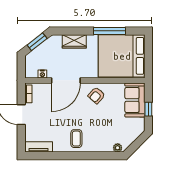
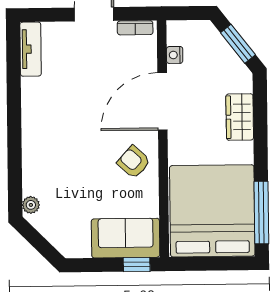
window: (110, 31) -> (261, 213), moved
door: (66, 80) -> (162, 101), hinge flipped
window: (148, 109) -> (137, 264), moved
coffee table: (76, 139) -> (48, 124), removed

